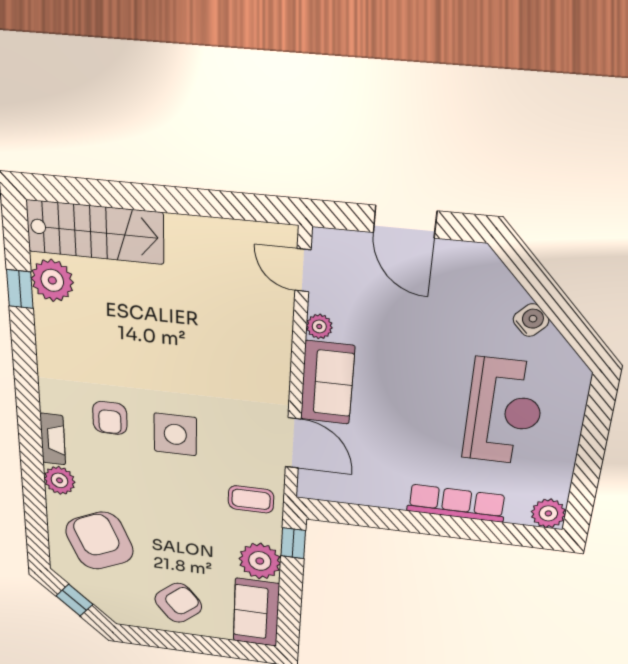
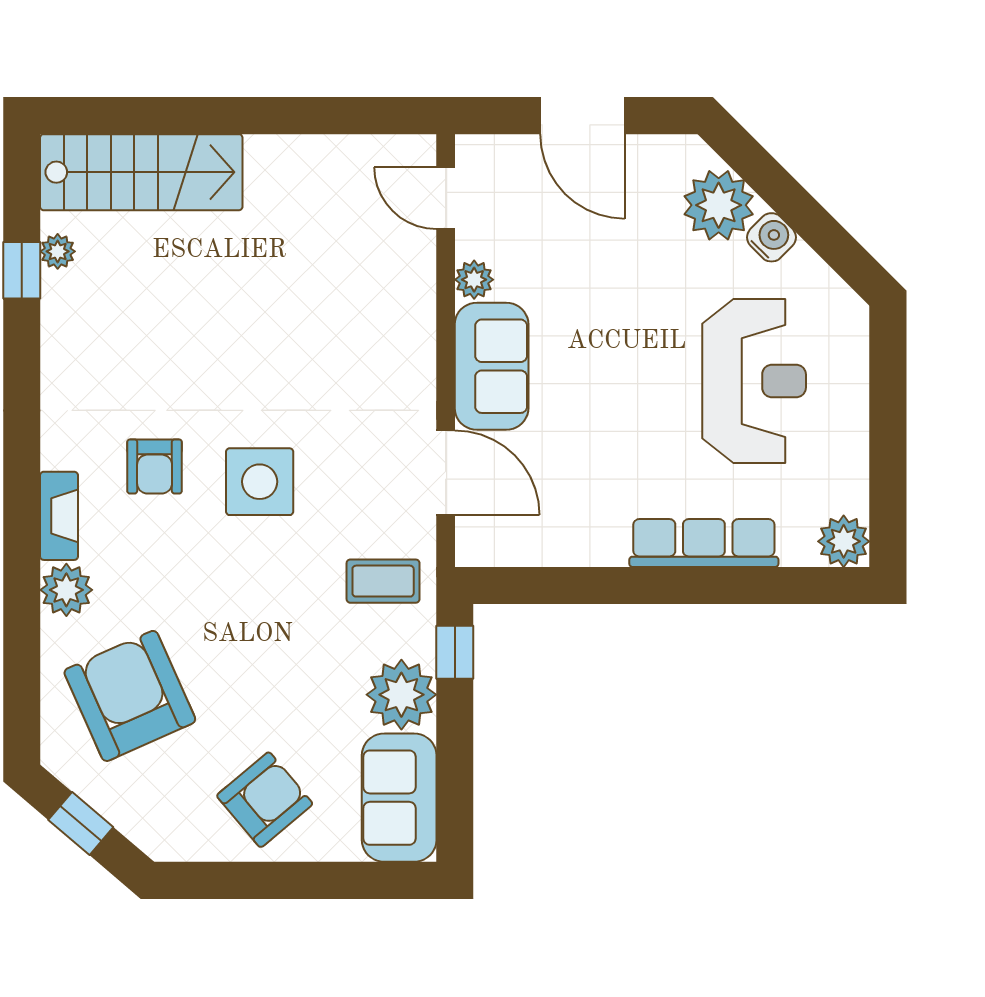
plant: (52, 280) -> (58, 251), width x0.53, depth x0.53
plant: (496, 294) -> (719, 205), added

